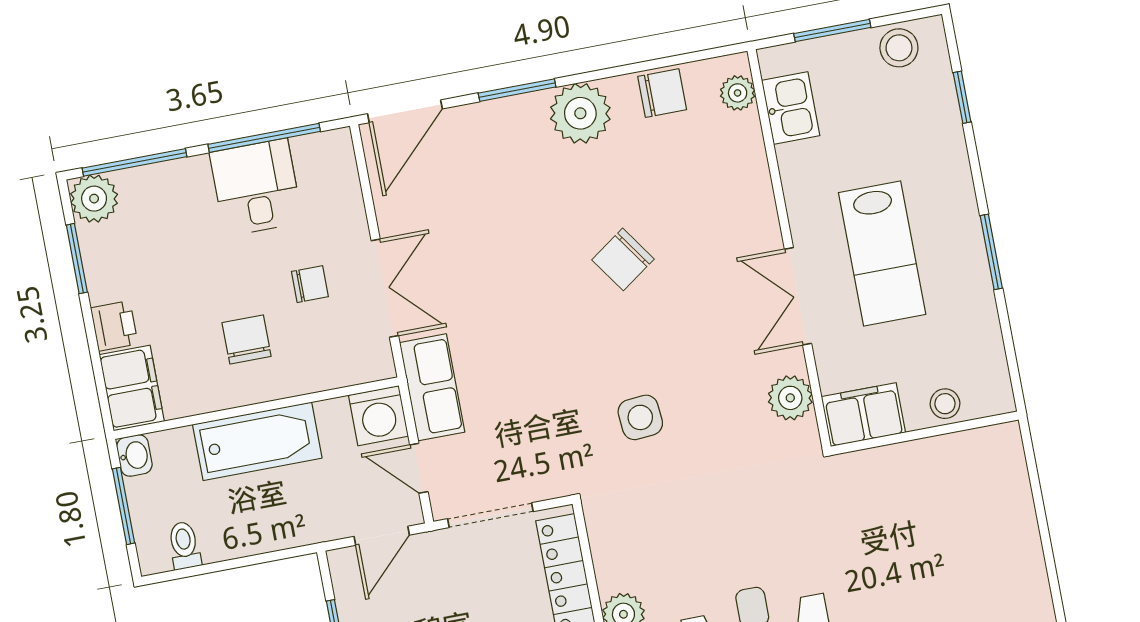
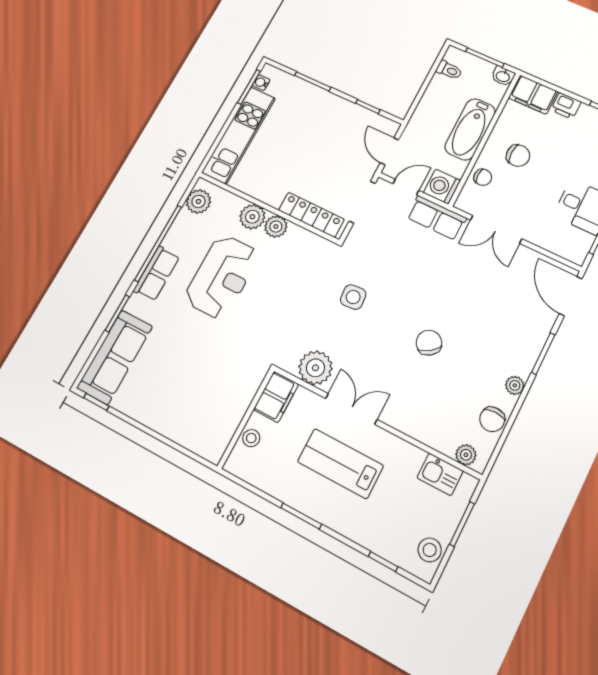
plant: (580, 113) -> (515, 385), width x0.53, depth x0.53
chair: (310, 284) -> (483, 177), moved, turned -90
plant: (790, 398) -> (315, 368), width x1.36, depth x1.36

